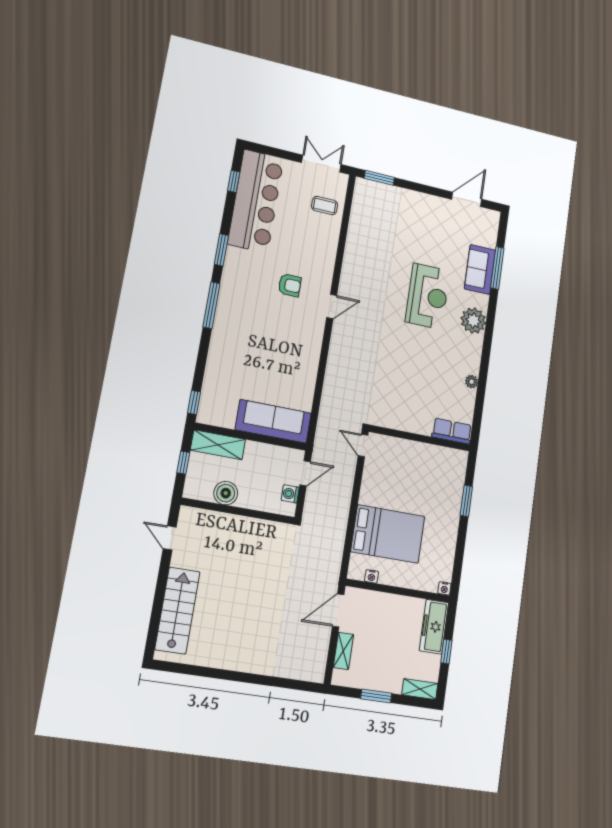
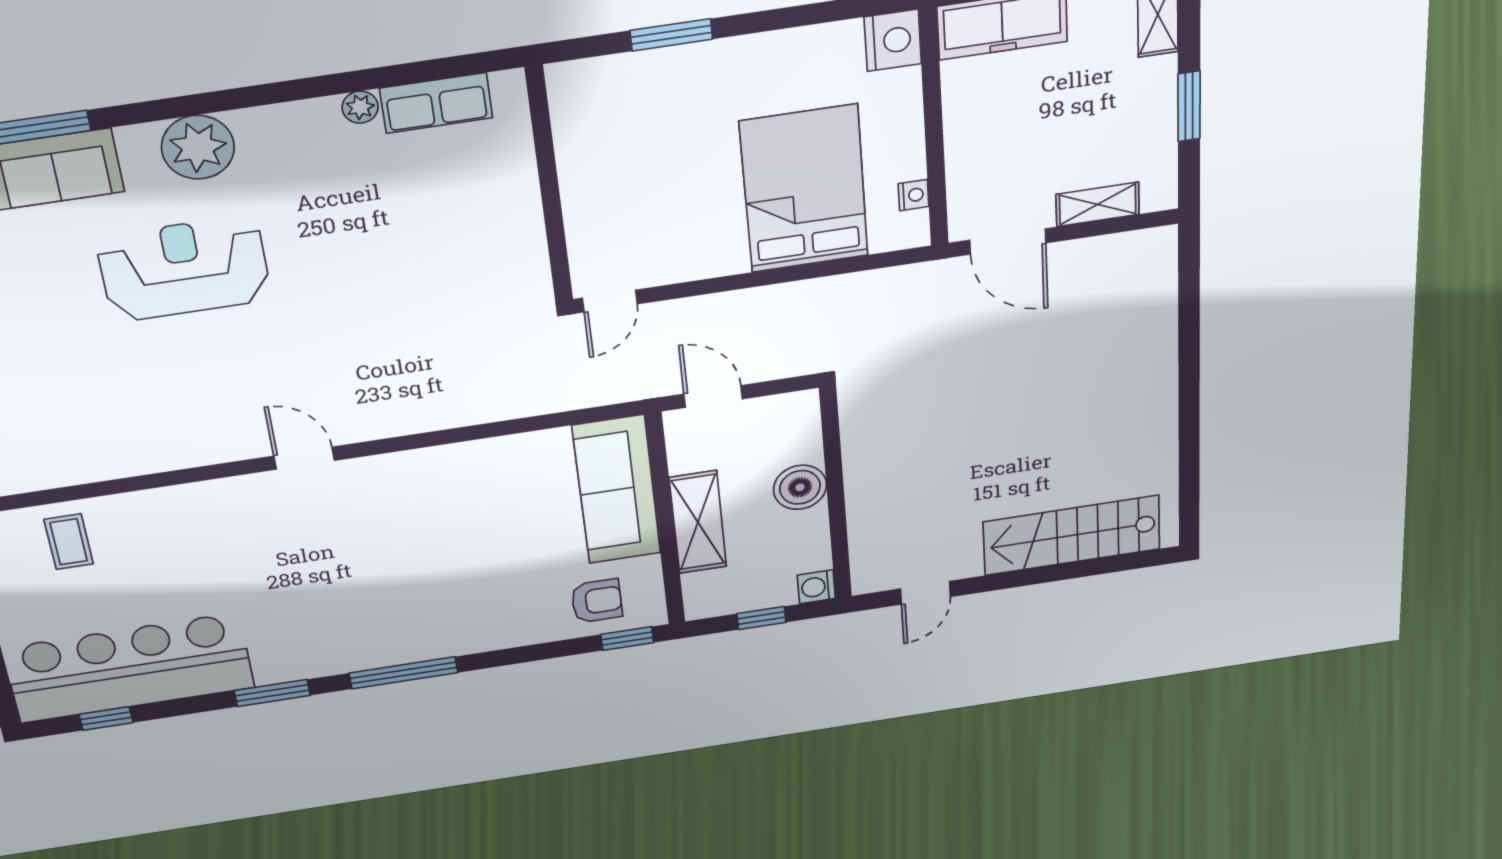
armchair: (290, 285) -> (597, 601), moved, turned 90
row of seats: (452, 431) -> (436, 103), moved, turned -90
shelving: (218, 445) -> (698, 522), moved
boiler: (226, 493) -> (800, 487), moved
washing machine: (290, 494) -> (816, 587), moved, turned 90
nightstand: (444, 588) -> (893, 40), width x1.89, depth x1.79

